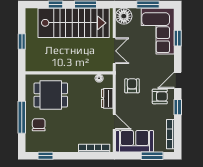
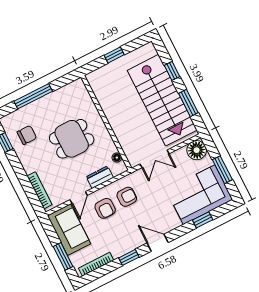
dining table: (51, 95) -> (72, 139), moved, turned 90
armchair: (160, 96) -> (105, 208), moved
chair: (39, 125) -> (27, 135), moved

